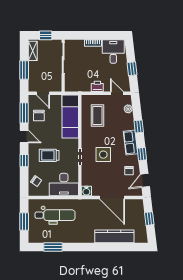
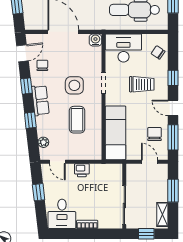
coffee table: (97, 115) -> (77, 120), moved

